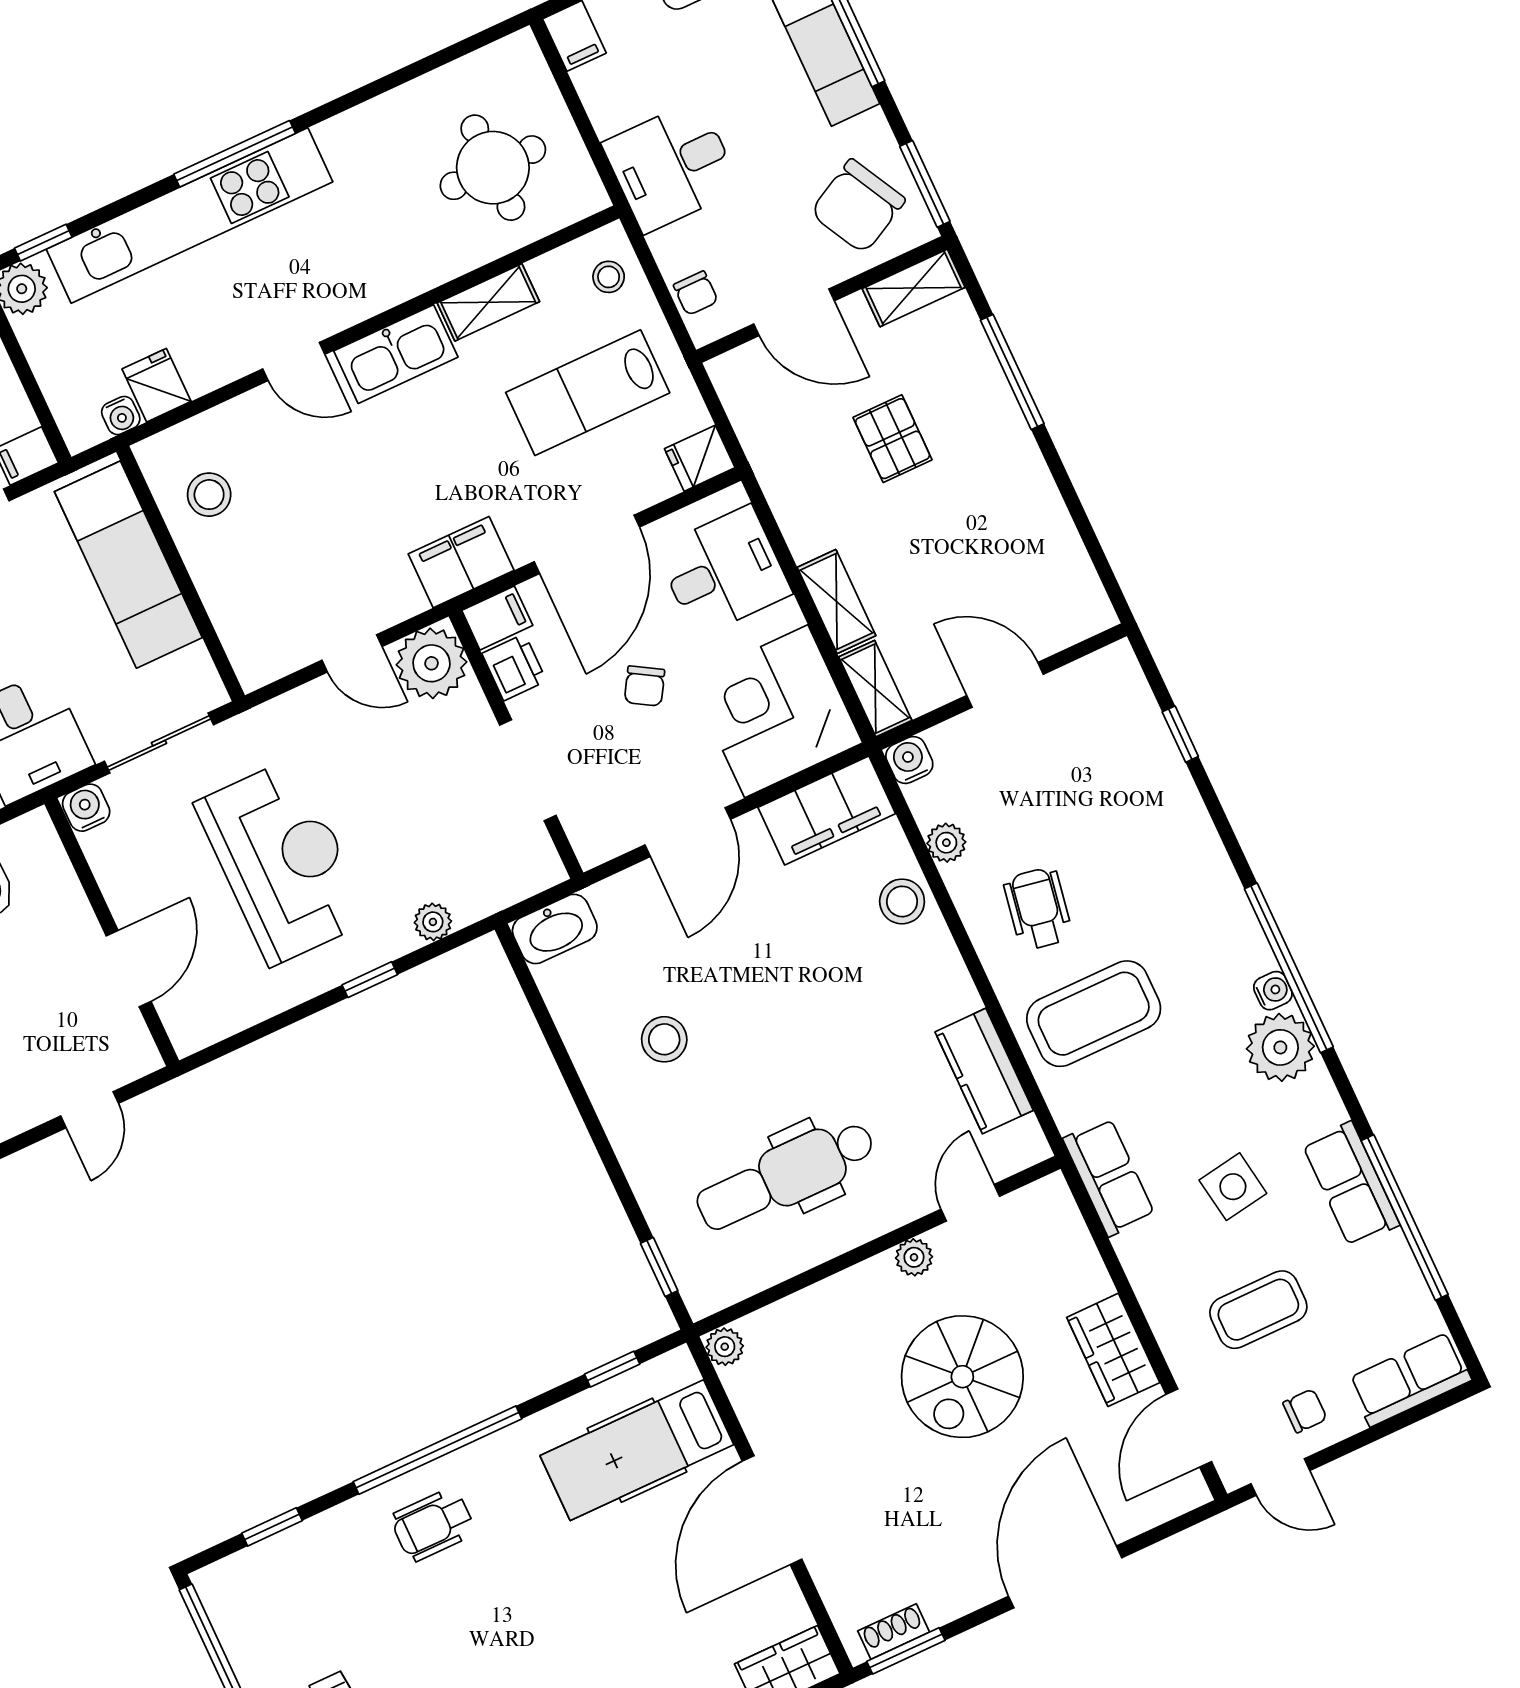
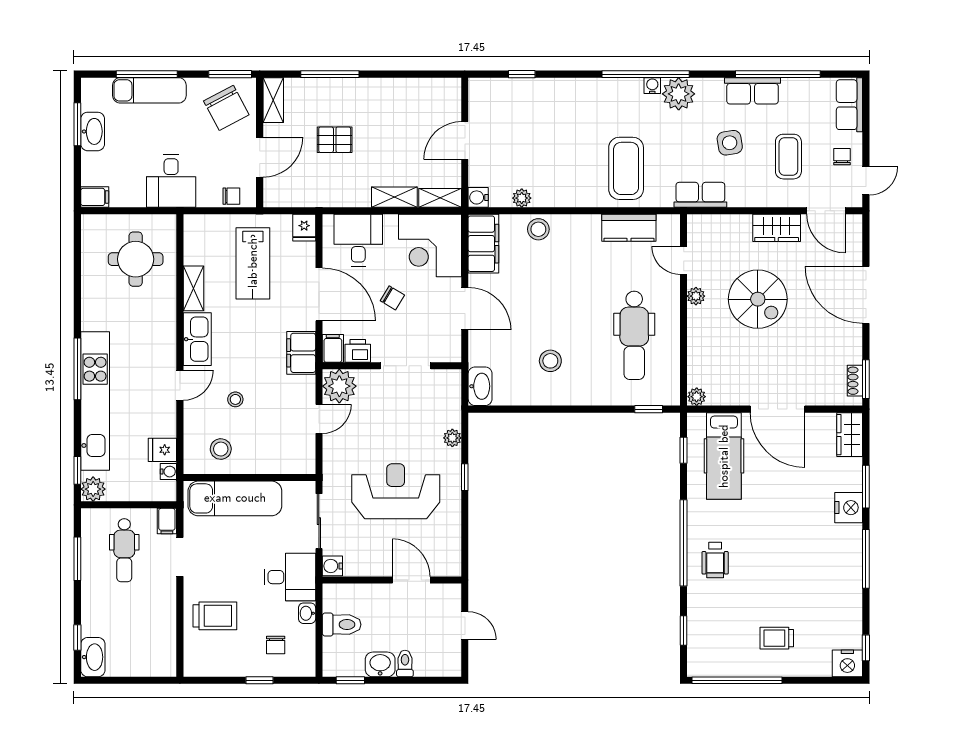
stool: (609, 277) -> (235, 399), moved
wheelchair: (1038, 909) -> (569, 171), removed

